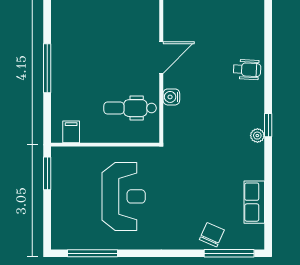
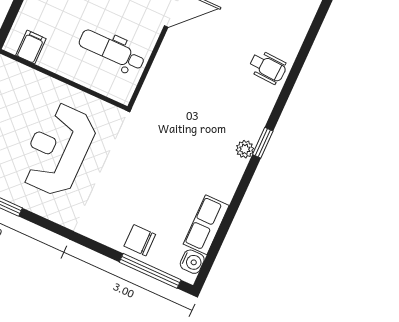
water cooler: (171, 97) -> (192, 262), moved, turned 180
reception desk: (124, 196) -> (58, 149), turned 180
chair: (212, 235) -> (140, 240), turned -114

